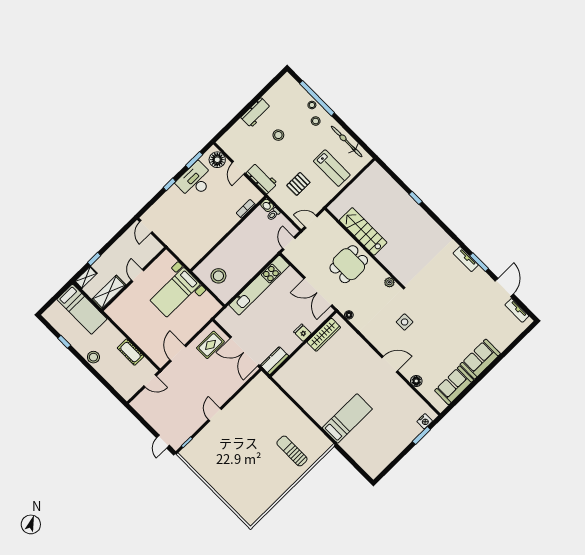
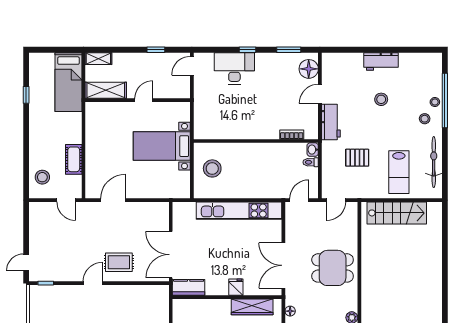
desk: (195, 181) -> (234, 68), moved
window: (416, 198) -> (445, 268), removed
door: (311, 222) -> (336, 200), swing flipped
stairs: (363, 231) -> (397, 213), moved, turned 90
window: (94, 259) -> (156, 50), moved
rug: (210, 345) -> (119, 262), moved
stool: (93, 357) -> (42, 177), moved

